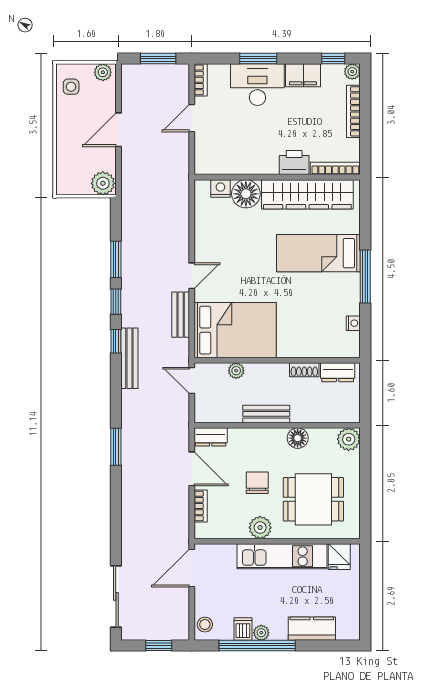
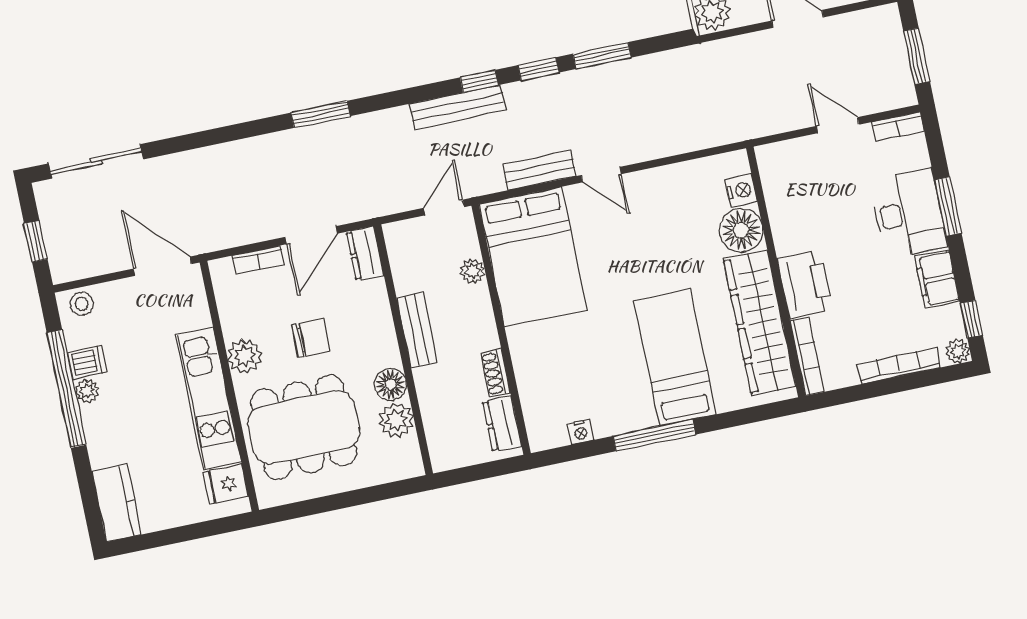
printer: (294, 163) -> (805, 284), width x1.37, depth x1.19
plant: (349, 439) -> (396, 420), moved
dining table: (313, 499) -> (304, 427), width x1.38
kitchen counter: (312, 629) -> (117, 503), moved

